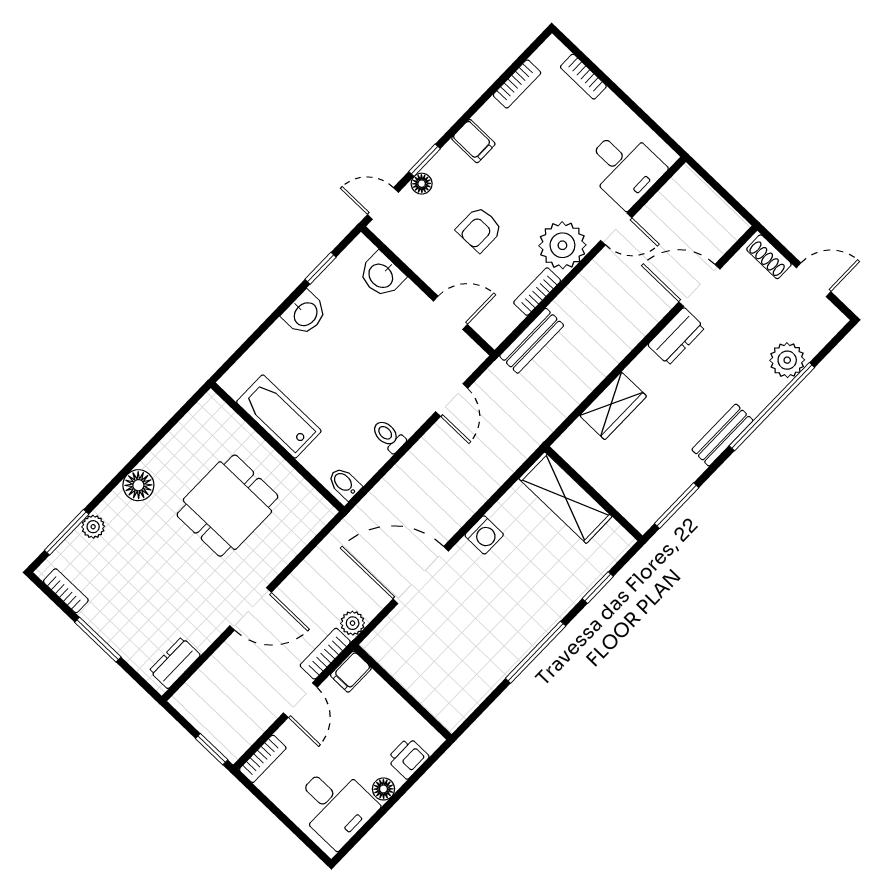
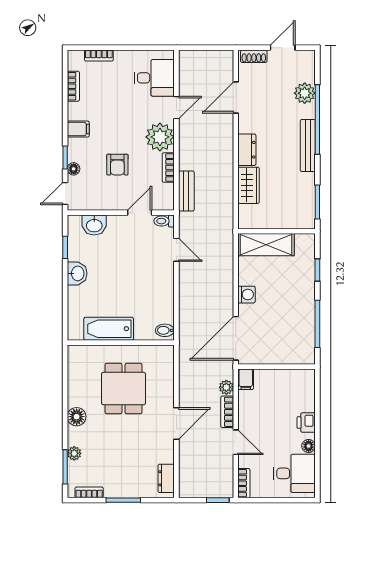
dresser: (676, 336) -> (247, 150), moved
bench: (722, 435) -> (308, 145), width x1.36
toilet: (389, 436) -> (164, 221), moved
filing cabinet: (351, 672) -> (246, 379), moved
wall: (403, 692) -> (277, 367), moved

